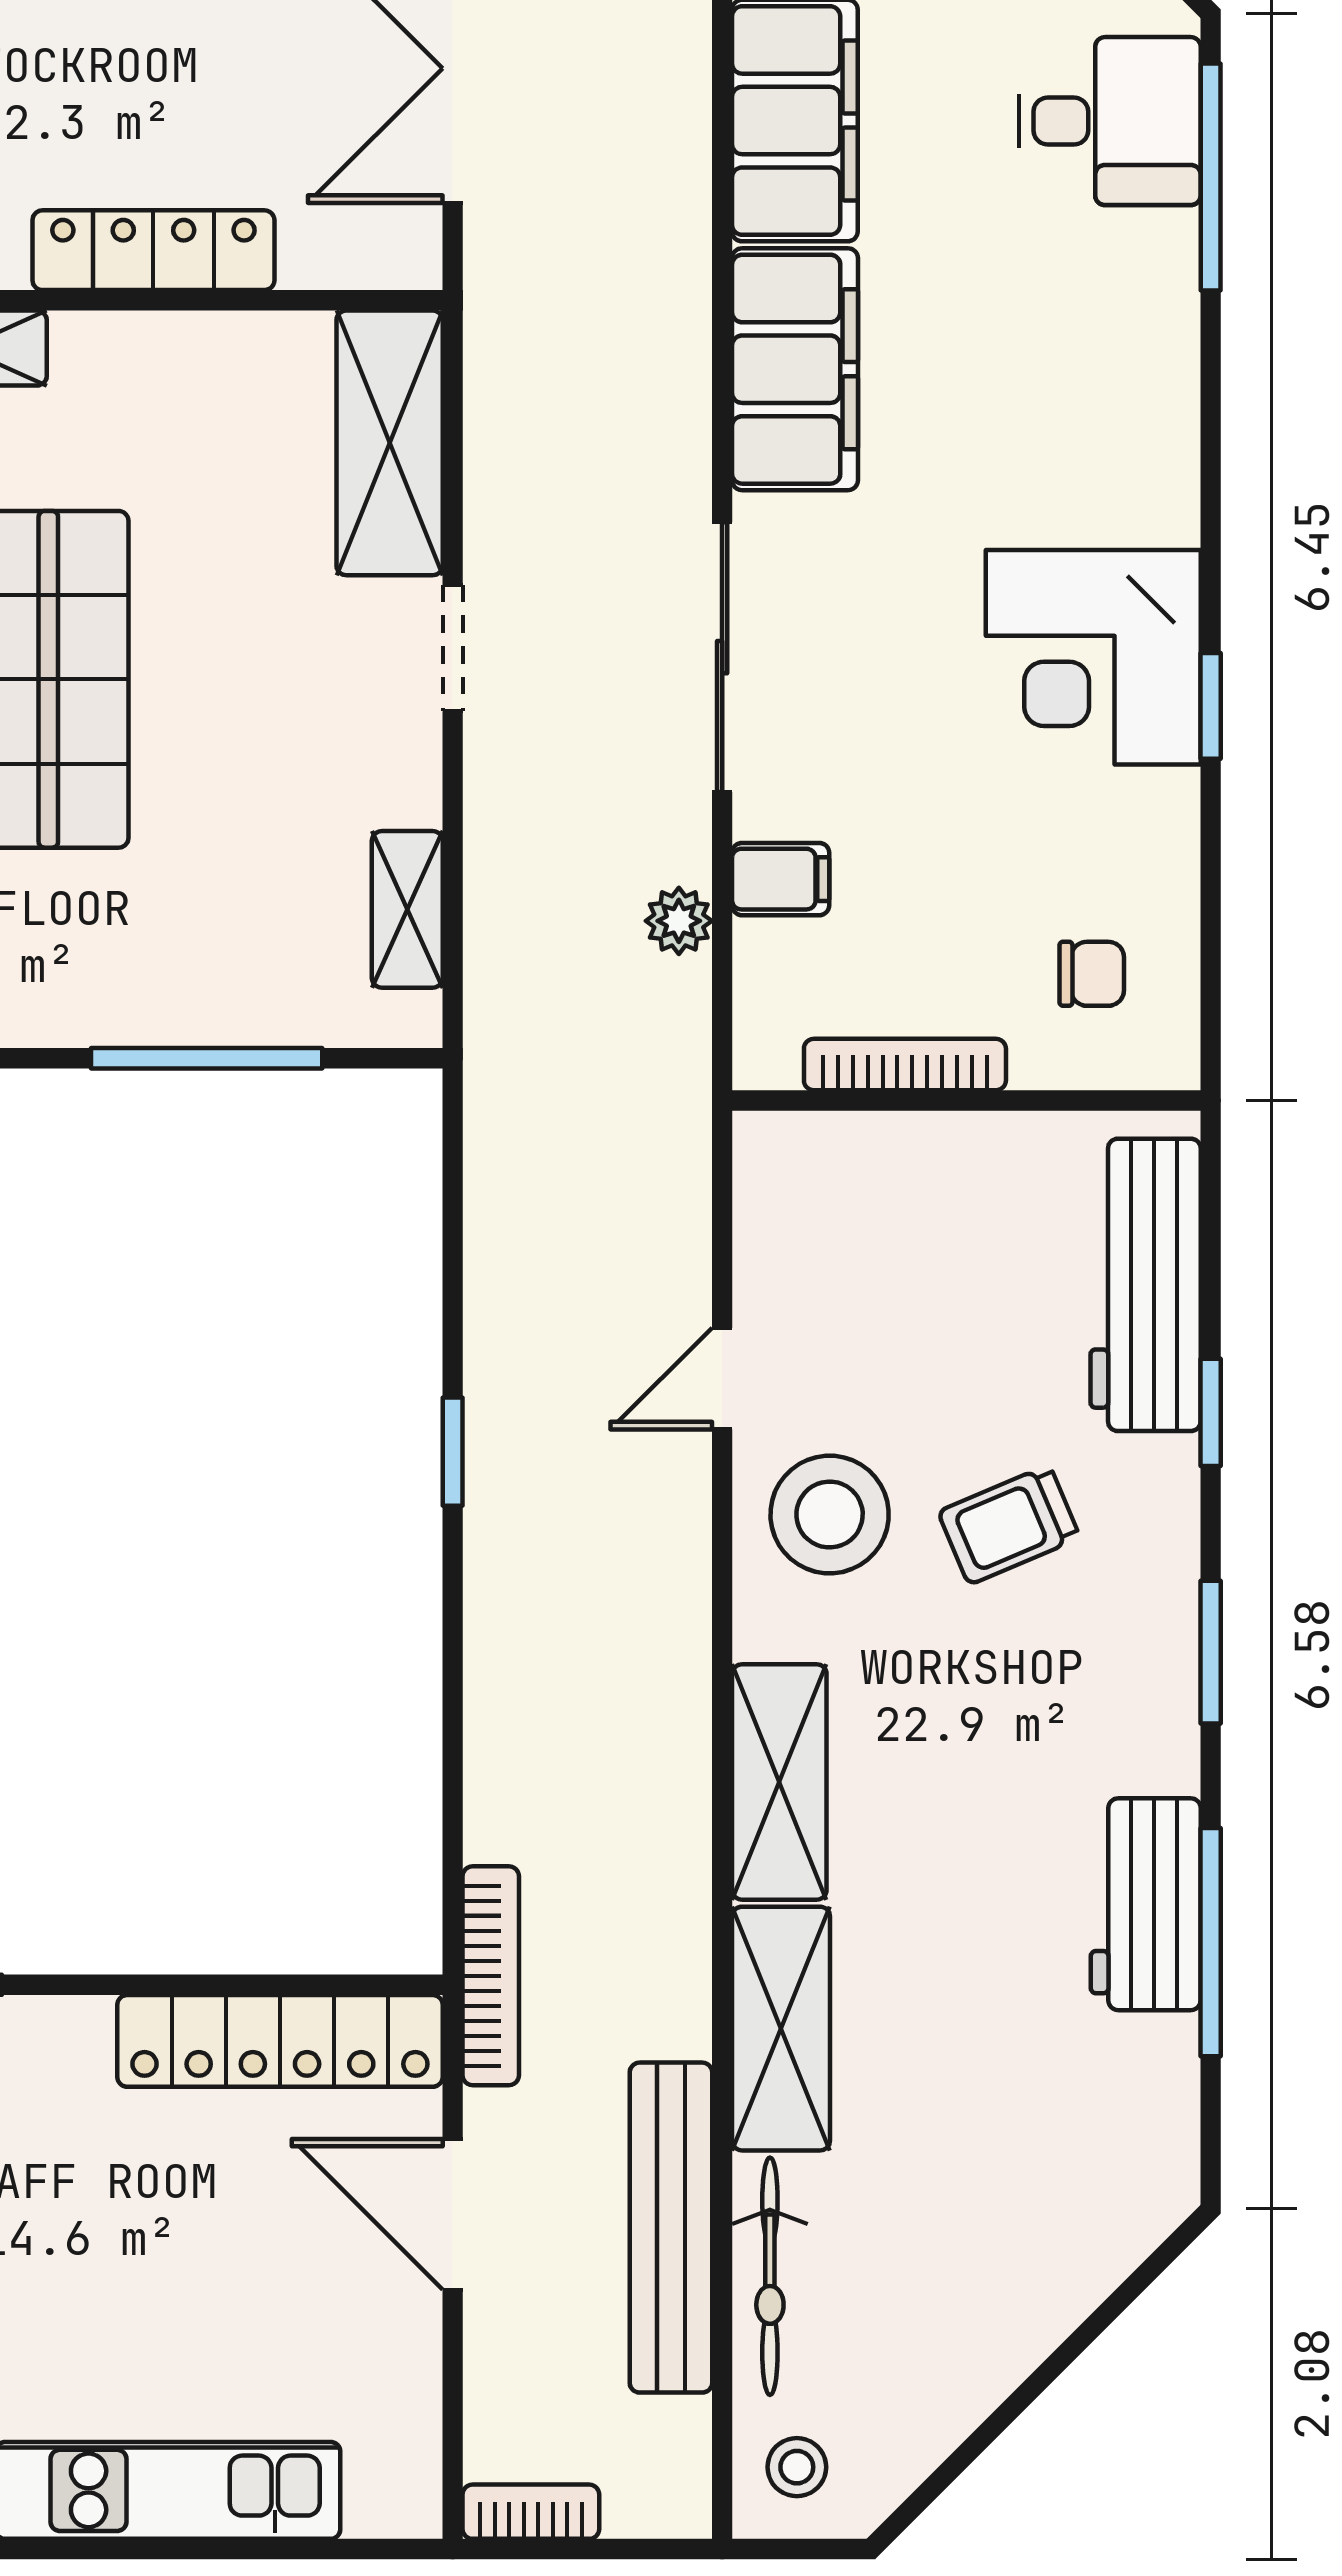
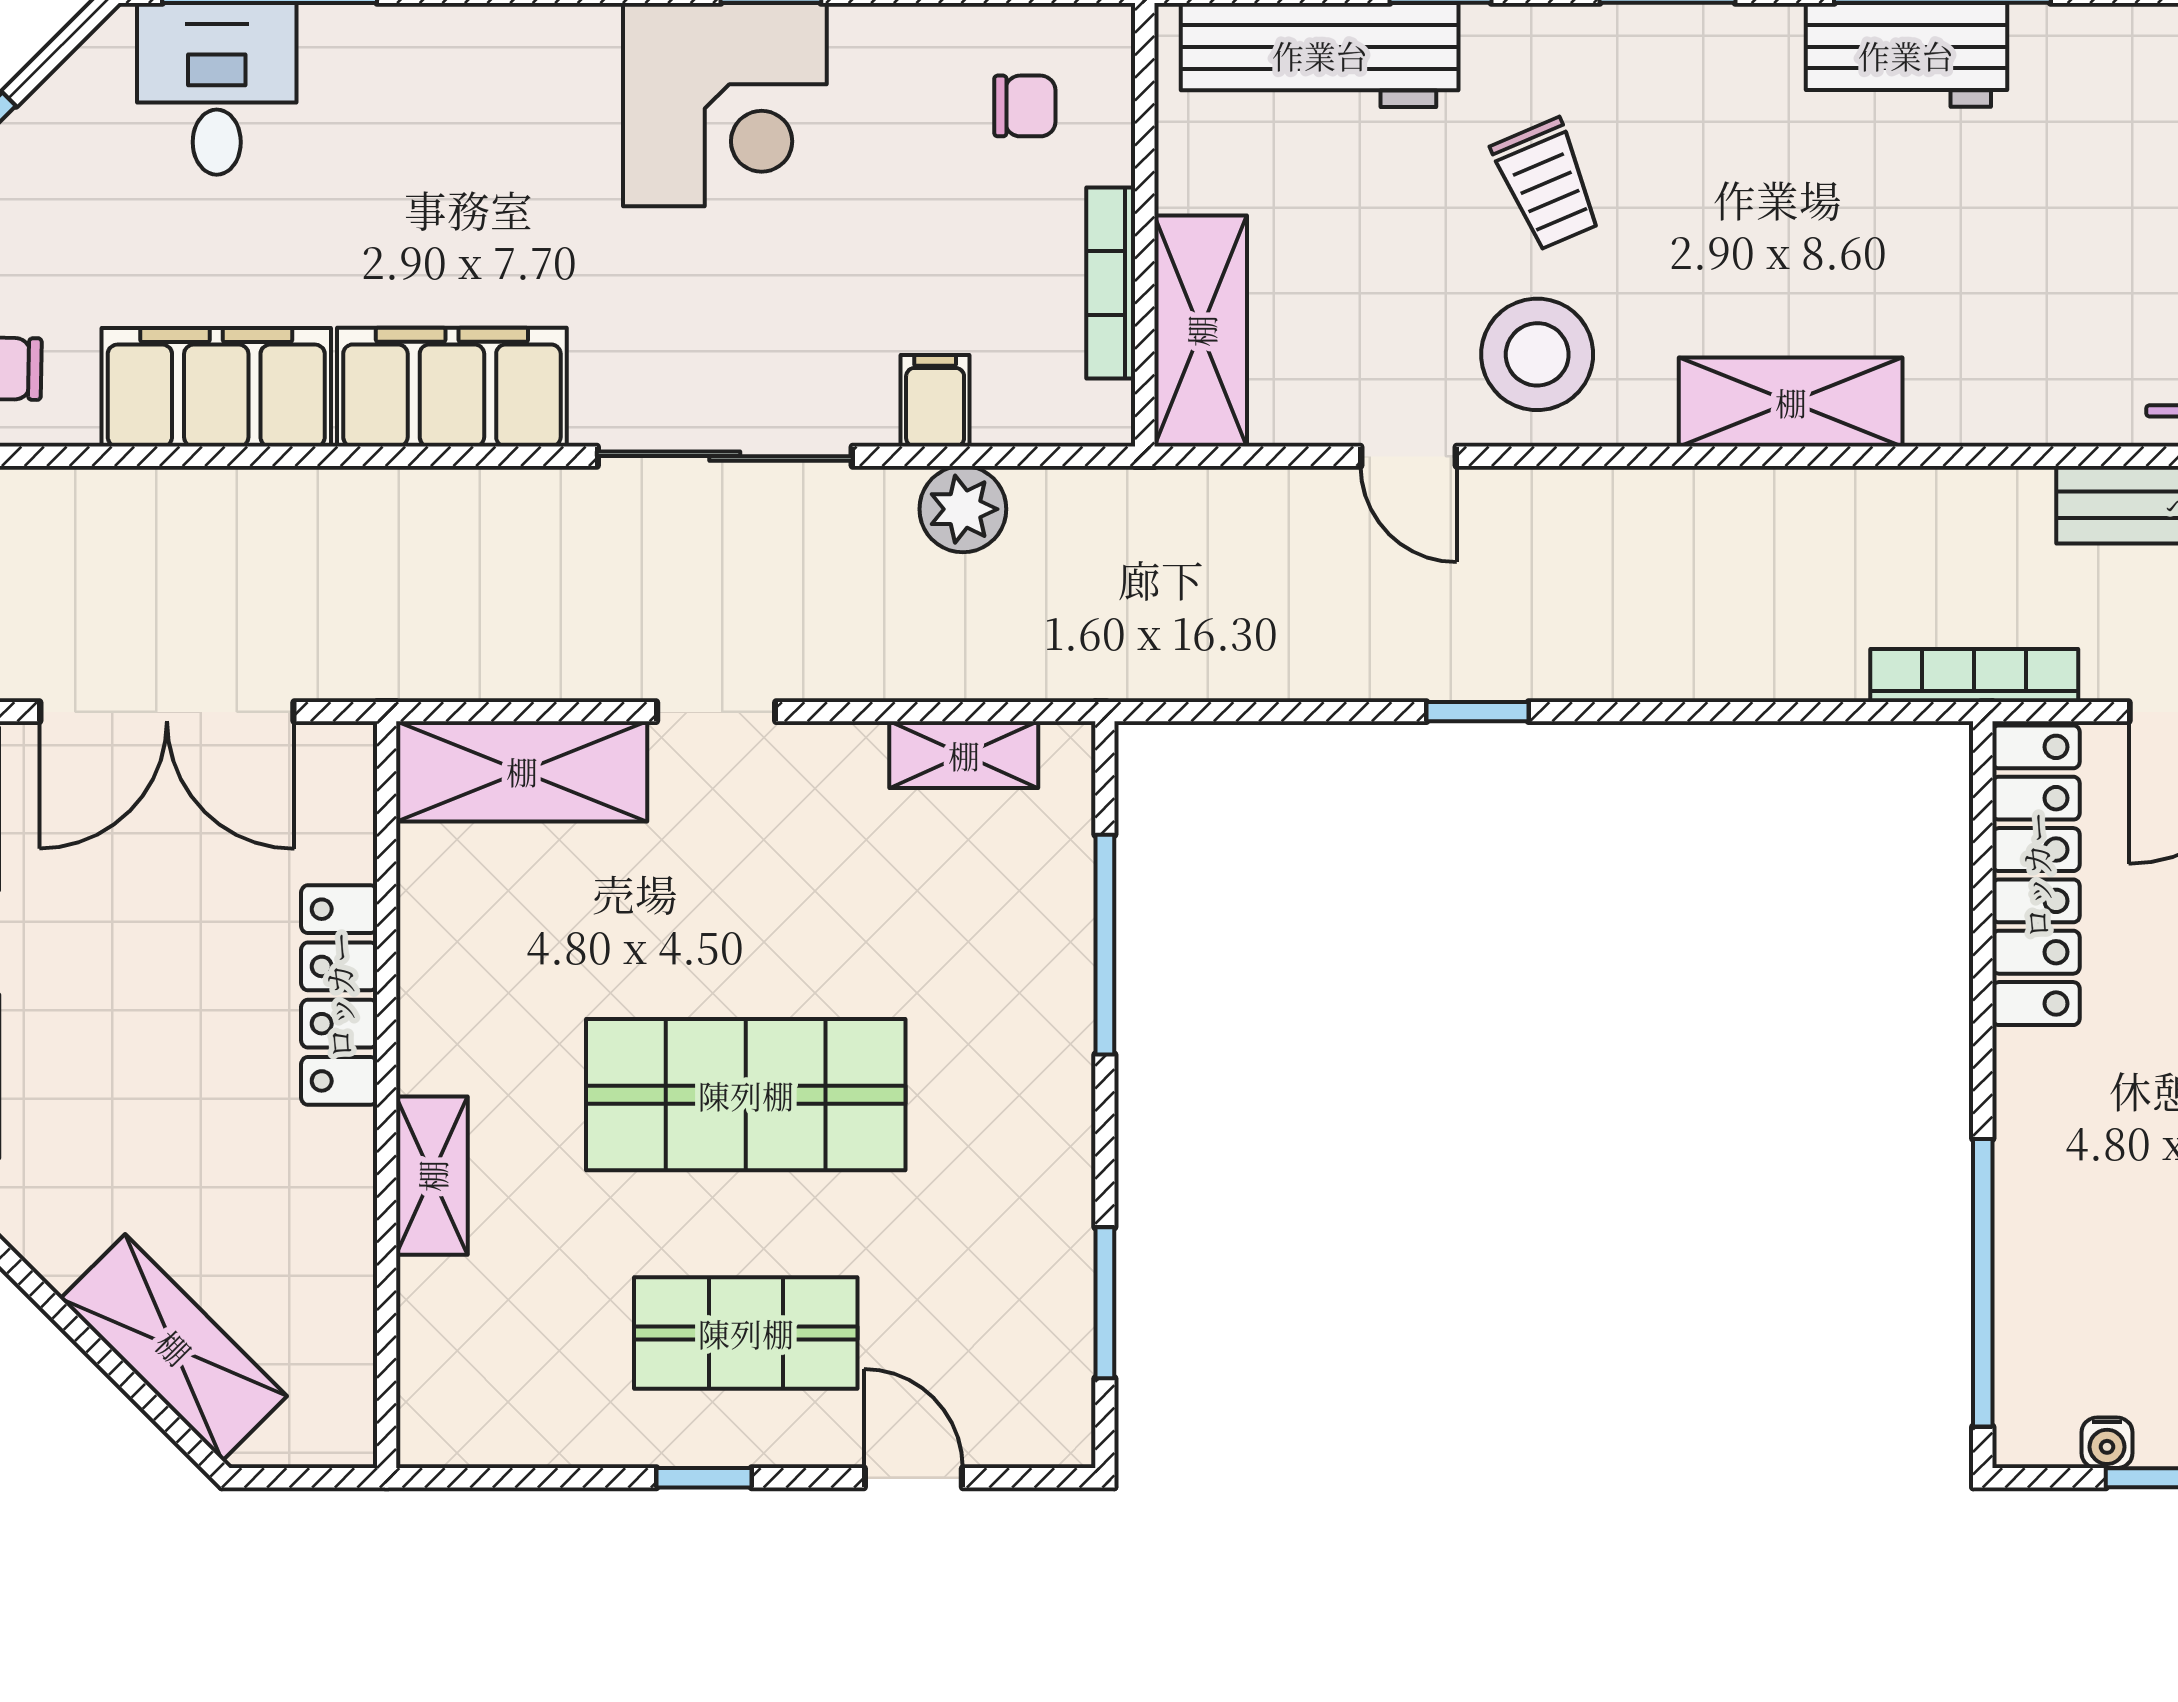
plant: (679, 921) -> (963, 509), width x1.38, depth x1.38
chair: (1092, 974) -> (1025, 106), turned 90
shelving: (781, 2029) -> (1201, 331), moved, turned 90

